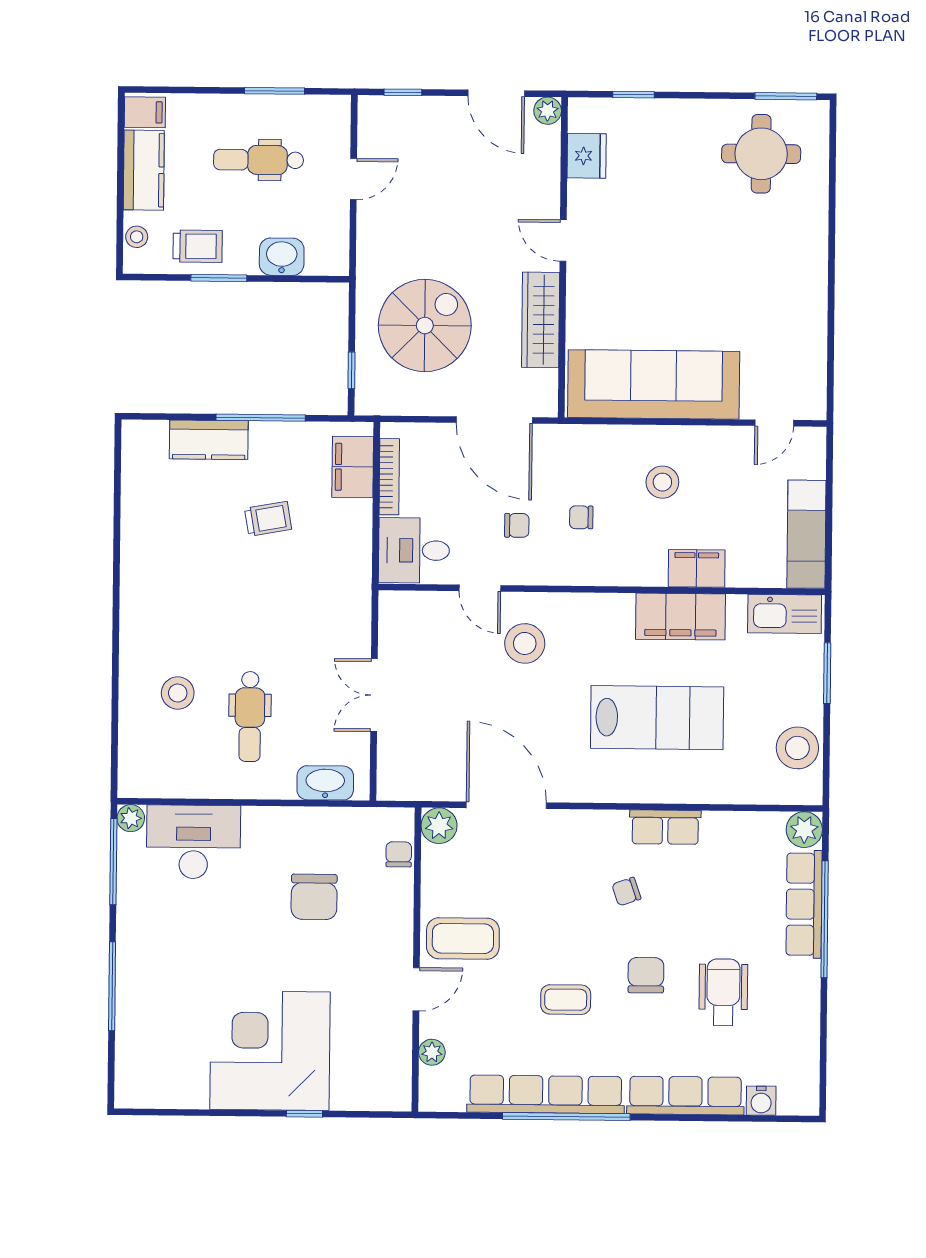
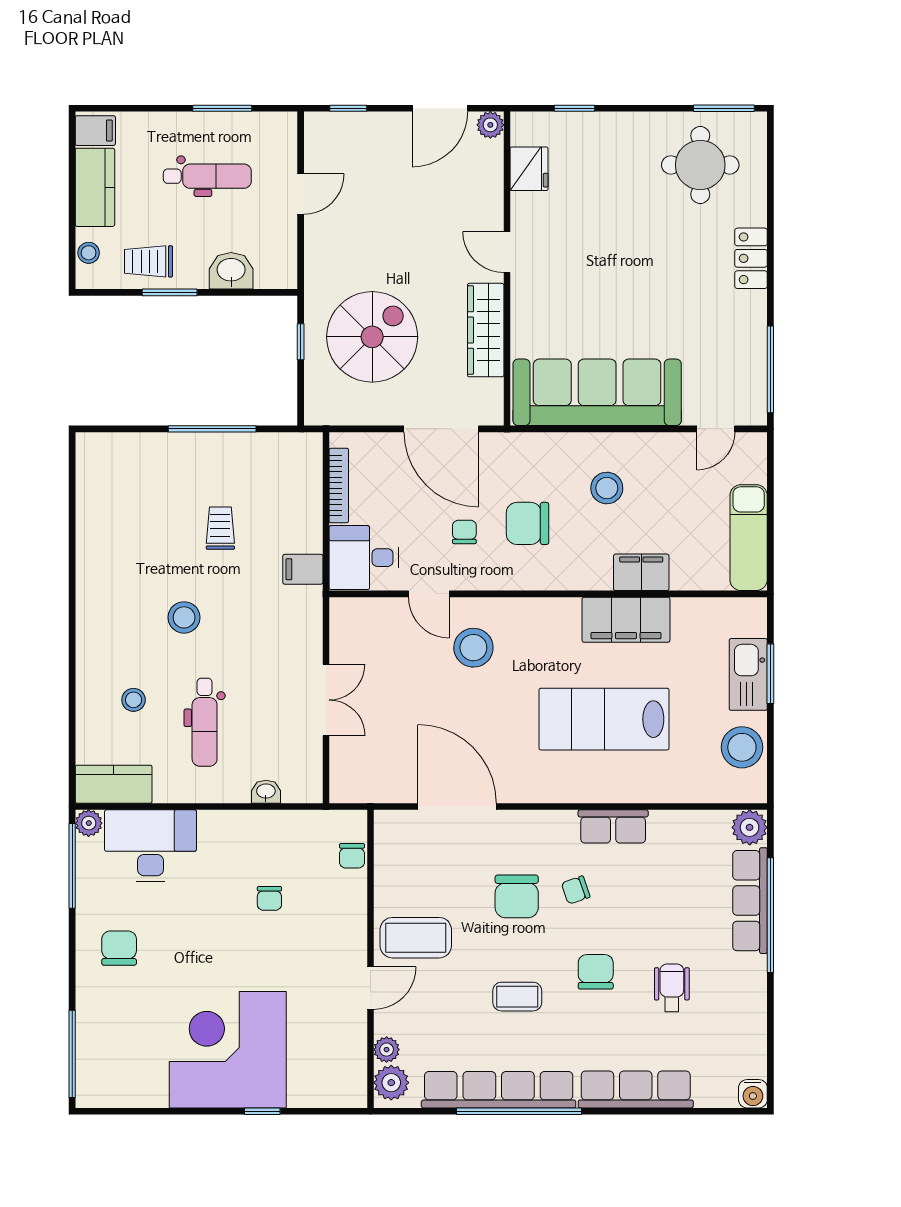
door: (496, 93) -> (440, 108), hinge flipped
dental chair: (259, 160) -> (207, 176), turned 180
trolley: (198, 246) -> (148, 261), turned 180
locker: (812, 249) -> (751, 258), added
window: (830, 363) -> (770, 369), added
window: (351, 370) -> (301, 342), moved
kitchen counter: (209, 440) -> (114, 784), moved, turned 180
filing cabinet: (353, 467) -> (303, 569), moved, width x0.50
chair: (581, 517) -> (528, 523), width x1.87, depth x1.87
trolley: (268, 519) -> (220, 528), turned -80
chair: (517, 525) -> (464, 532), turned -90
stool: (230, 610) -> (184, 617), added
kitchen sink: (785, 614) -> (748, 674), moved, turned 90
stool: (178, 693) -> (134, 700), width x0.73, depth x0.73
double door: (374, 695) -> (326, 700), swing flipped
lab bench: (657, 718) -> (604, 719), turned 180
washbasin: (325, 783) -> (266, 792), width x0.52, depth x0.69
plant: (439, 826) -> (391, 1083), moved
chair: (399, 854) -> (352, 856), turned 180
chair: (314, 897) -> (269, 898), width x0.54, depth x0.54
chair: (566, 898) -> (517, 896), added
chair: (160, 946) -> (119, 948), added
window: (112, 986) -> (72, 1054), moved
wheelchair: (723, 992) -> (672, 988), width x0.73, depth x0.73
water cooler: (761, 1101) -> (753, 1094), moved

